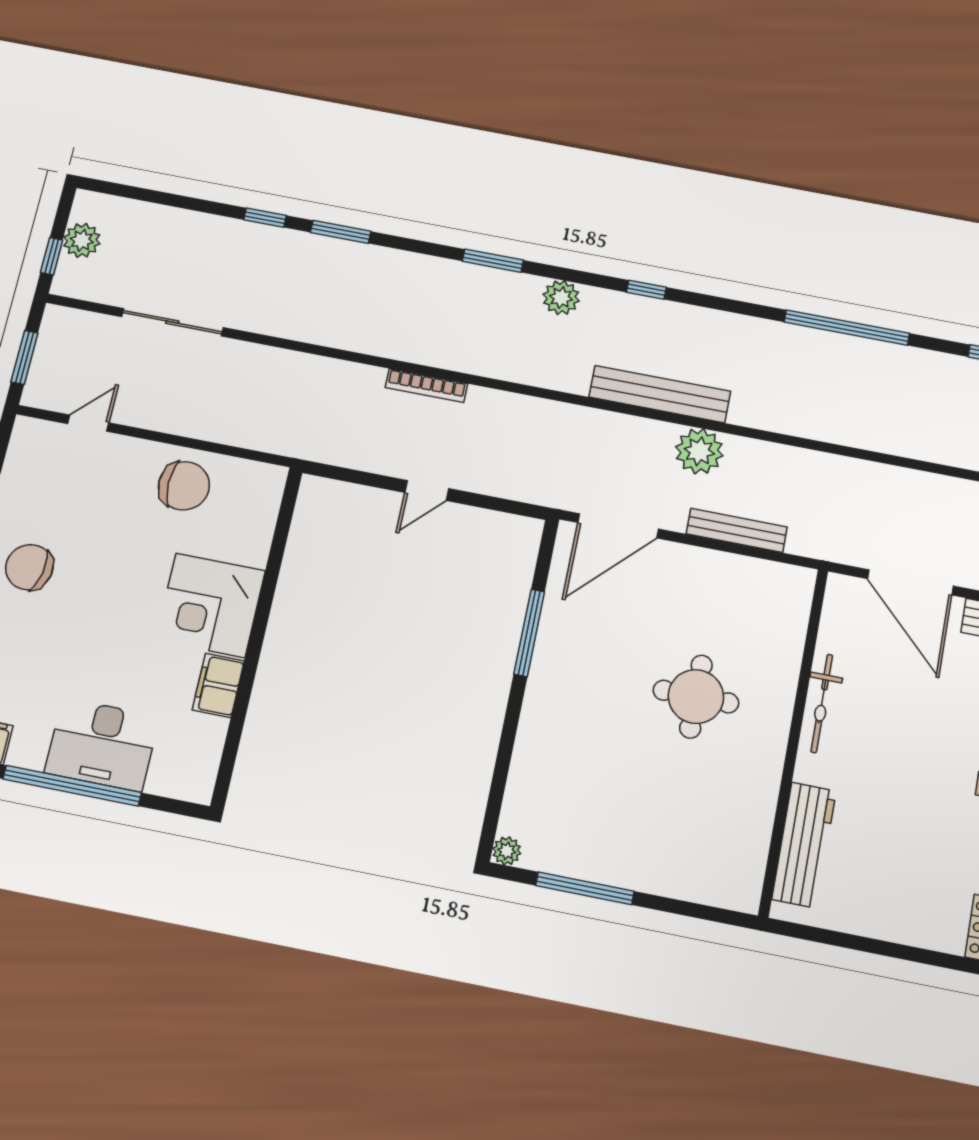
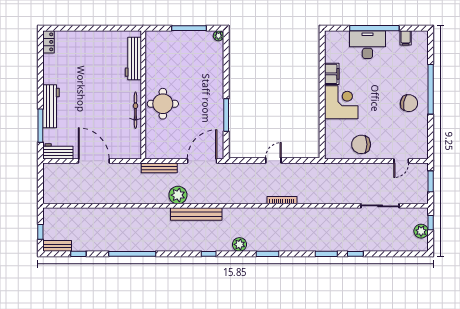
bicycle: (822, 703) -> (135, 110), moved
wall: (794, 740) -> (143, 95), moved
workbench: (804, 845) -> (133, 58), moved

